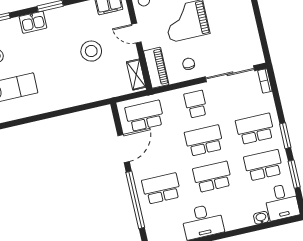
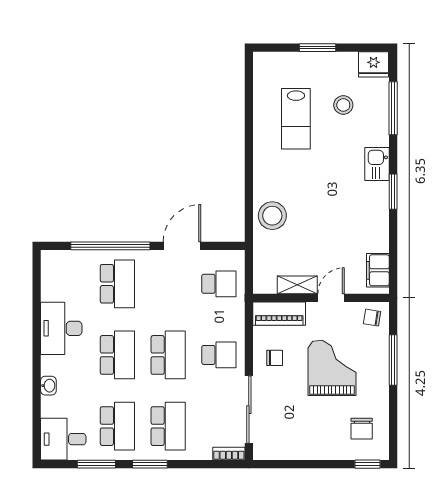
stool: (91, 51) -> (272, 216), moved
shelving: (136, 75) -> (297, 285), moved
school desk: (145, 116) -> (219, 284), width x0.54
door: (124, 149) -> (182, 246), swing flipped
washbasin: (261, 218) -> (48, 386), moved

